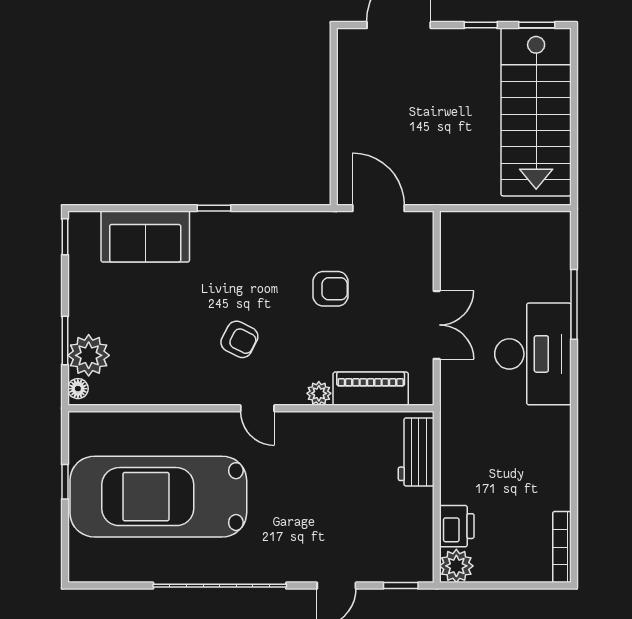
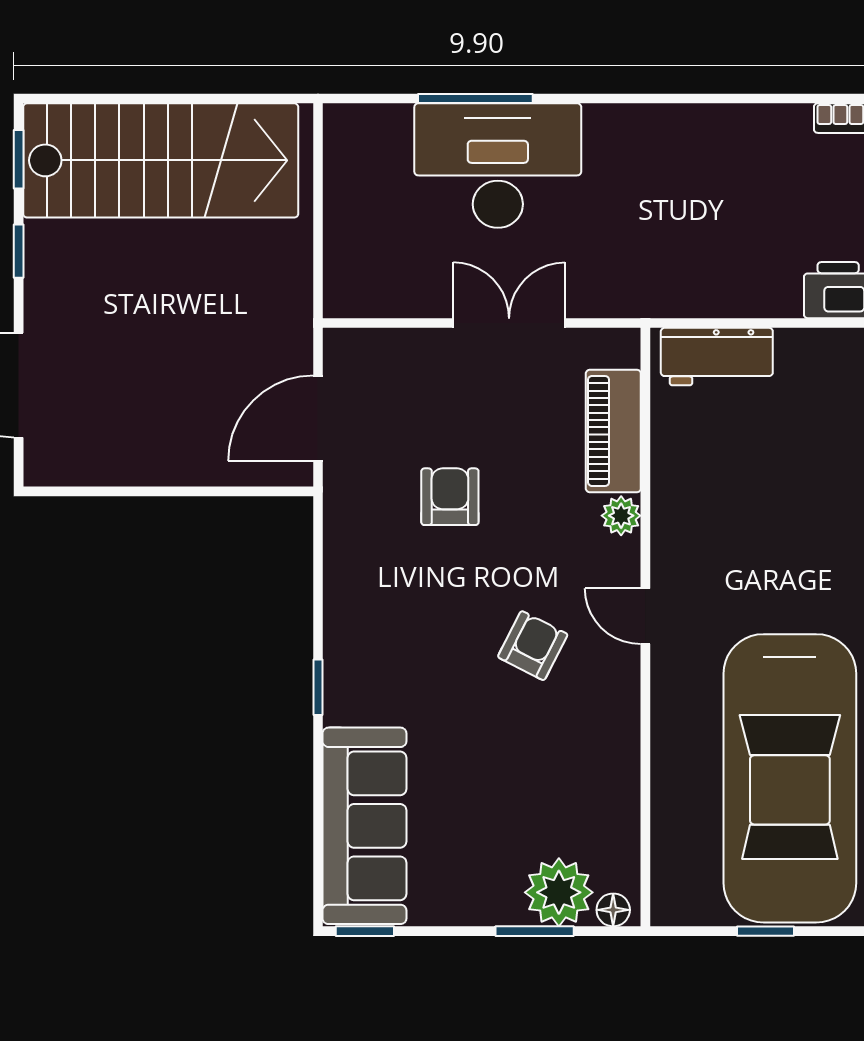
sofa: (145, 237) -> (364, 826), width x1.36
desk: (533, 354) -> (498, 166), moved
door: (257, 408) -> (645, 616), swing flipped

